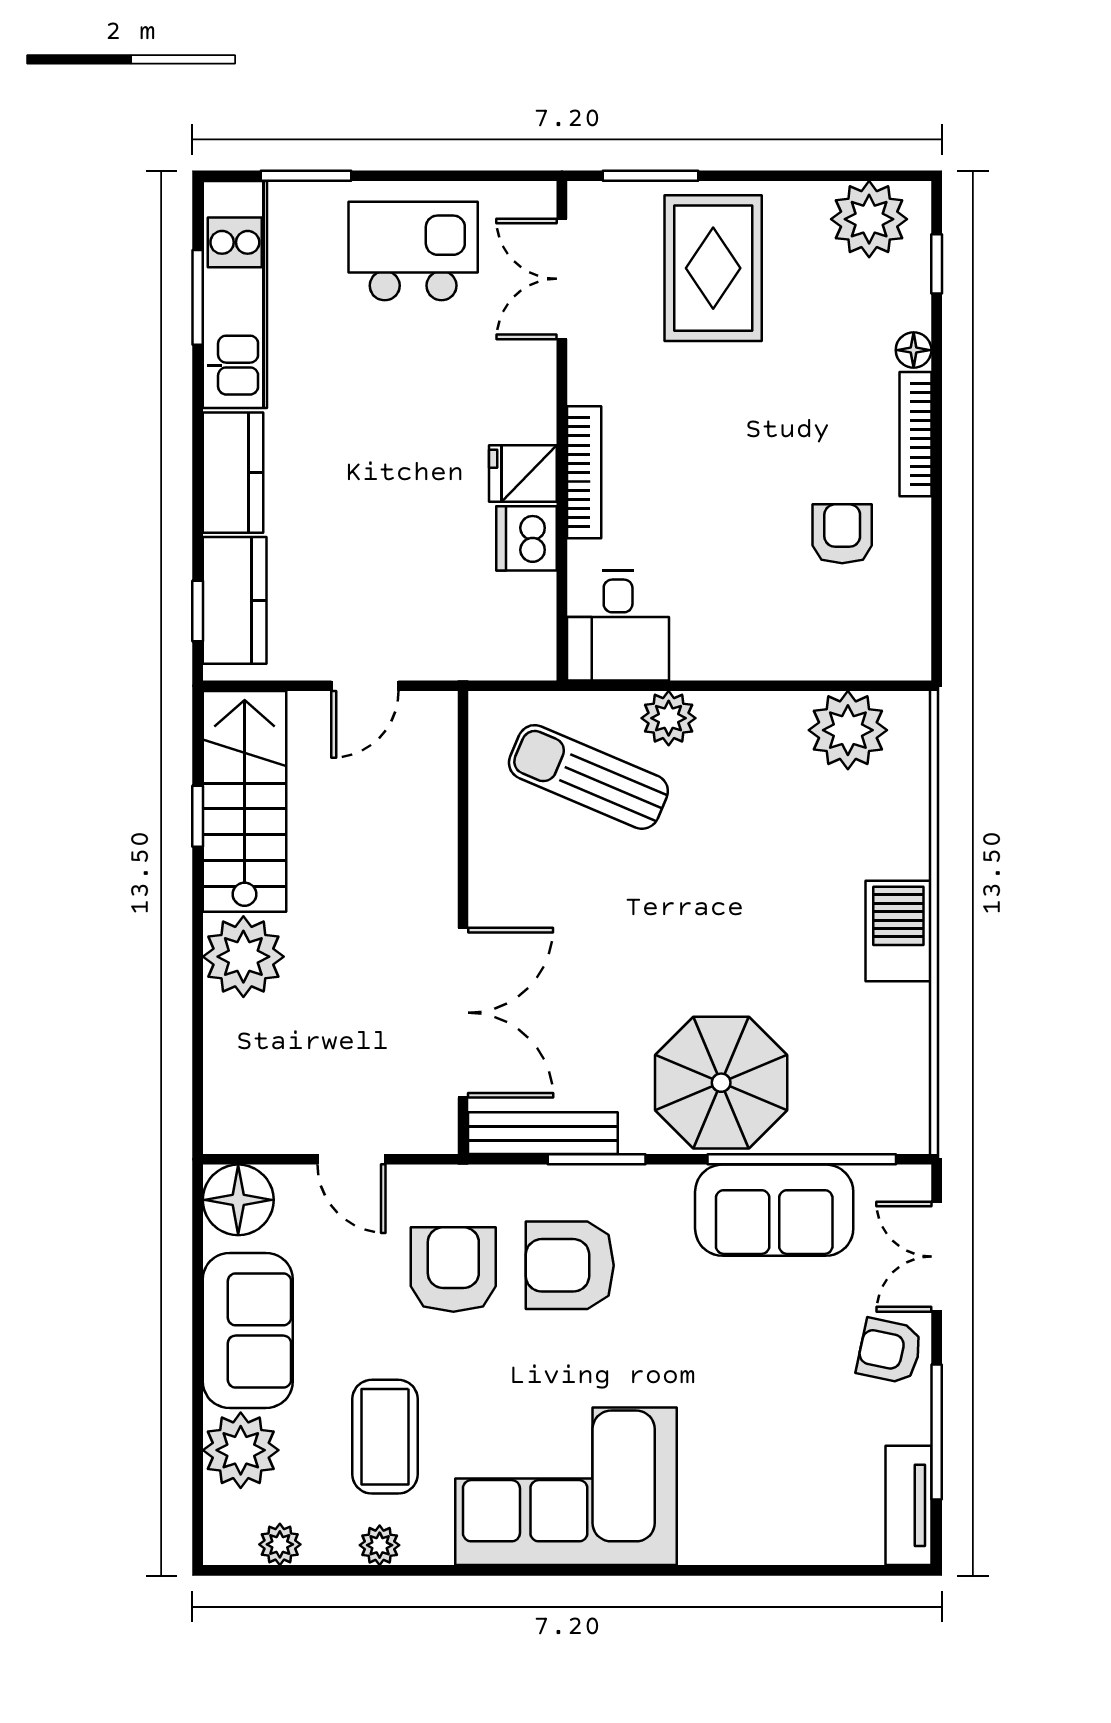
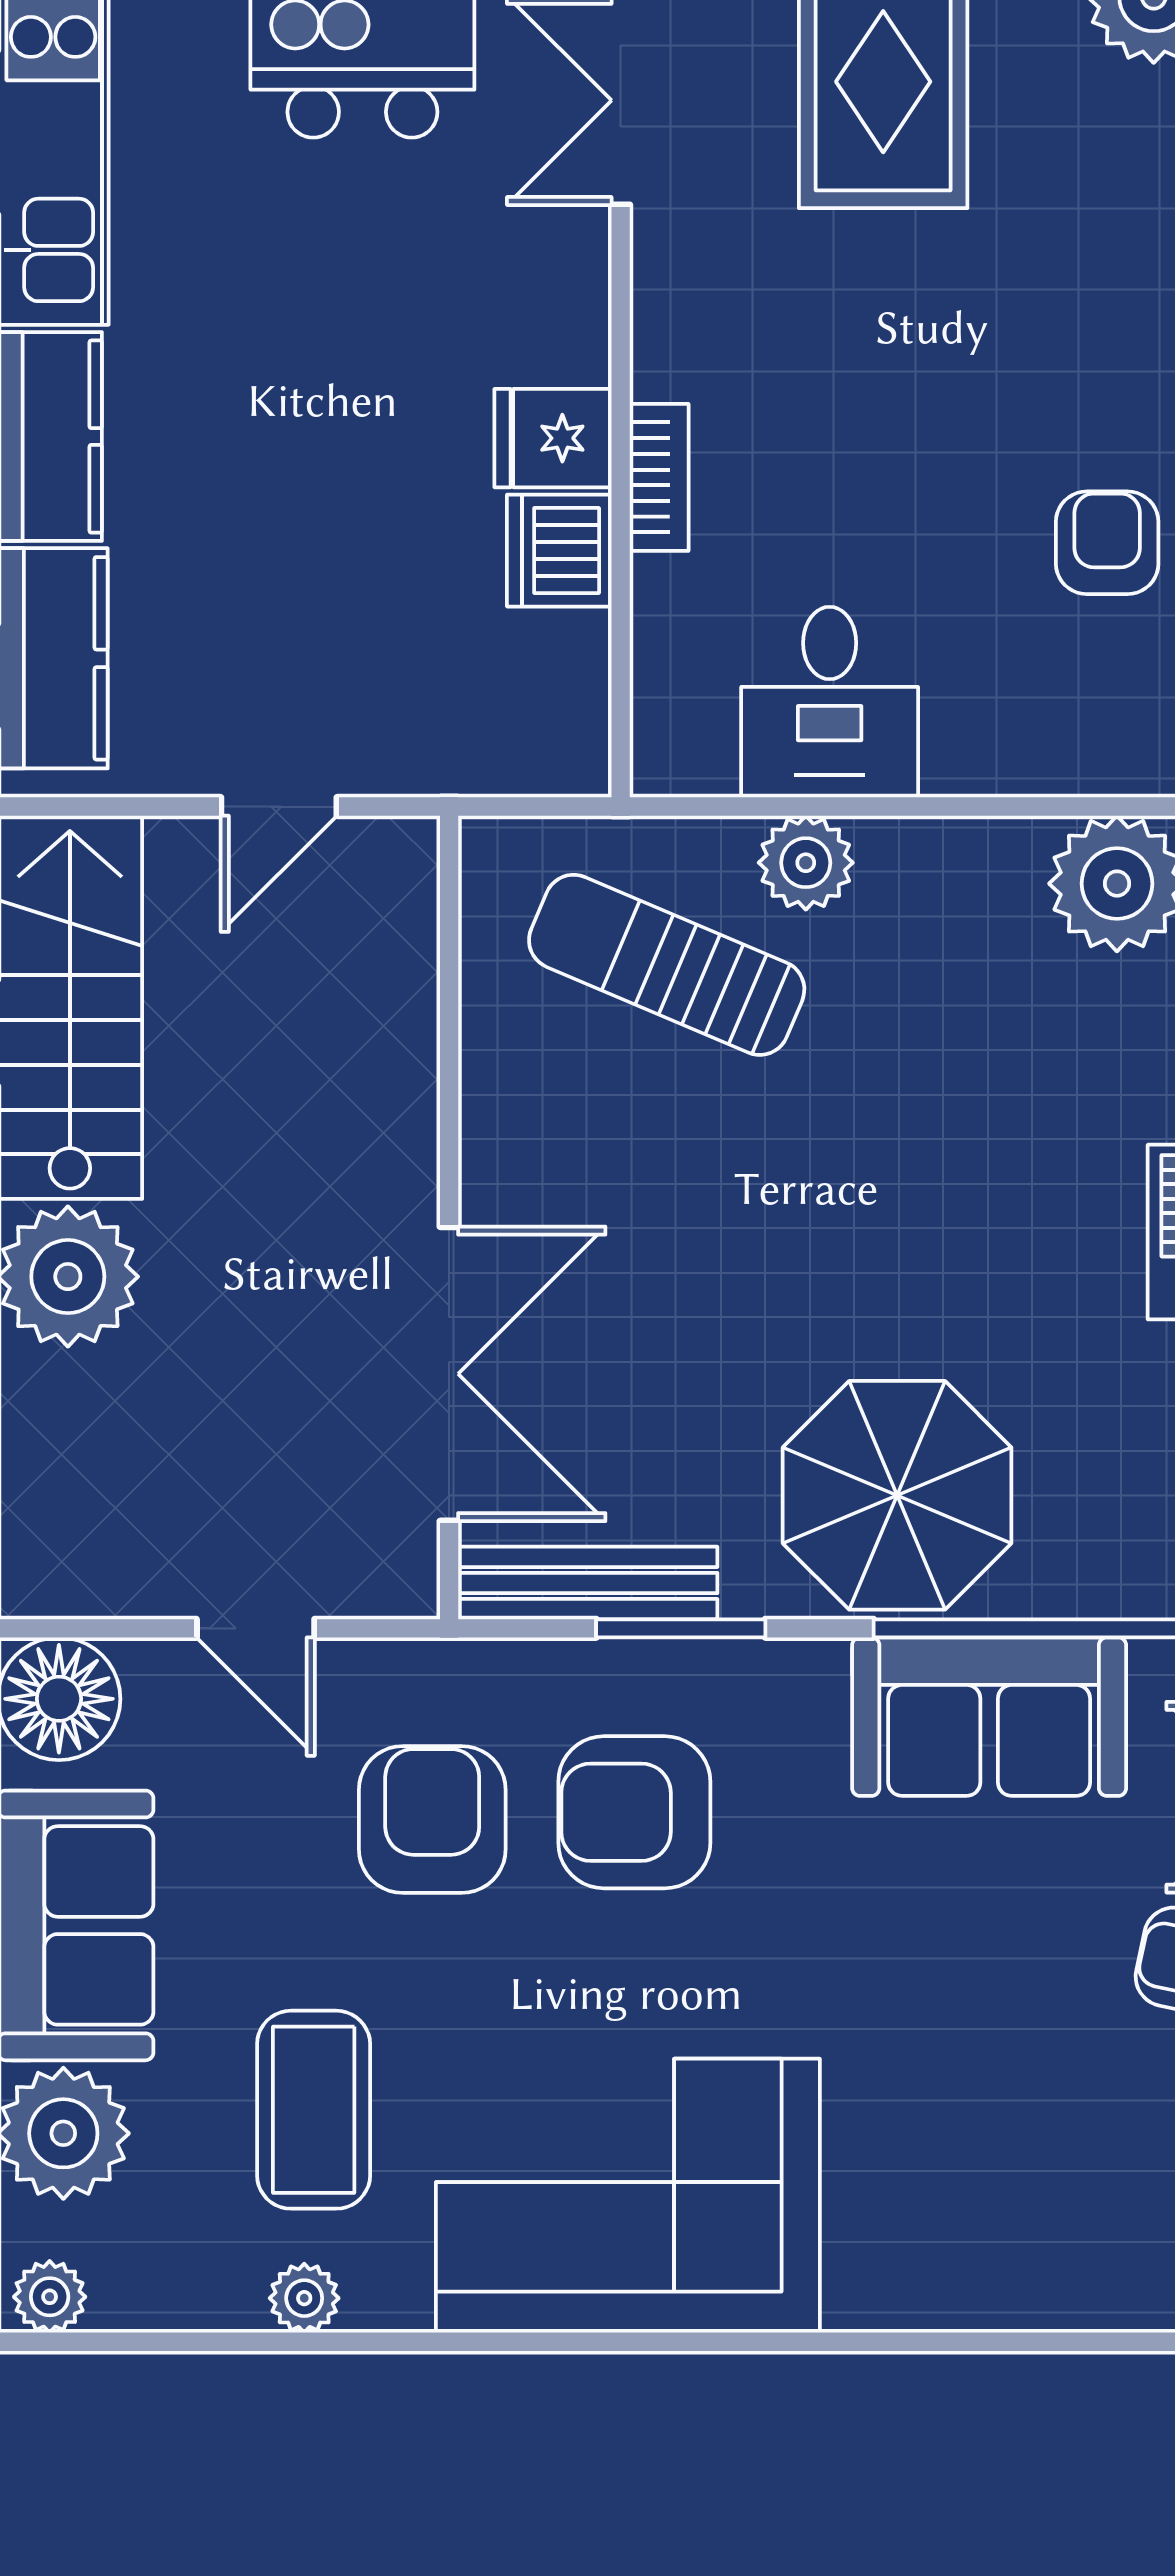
bookcase: (584, 472) -> (659, 477), width x0.64
desk: (618, 626) -> (830, 702), moved
plant: (280, 1544) -> (50, 2297), moved

